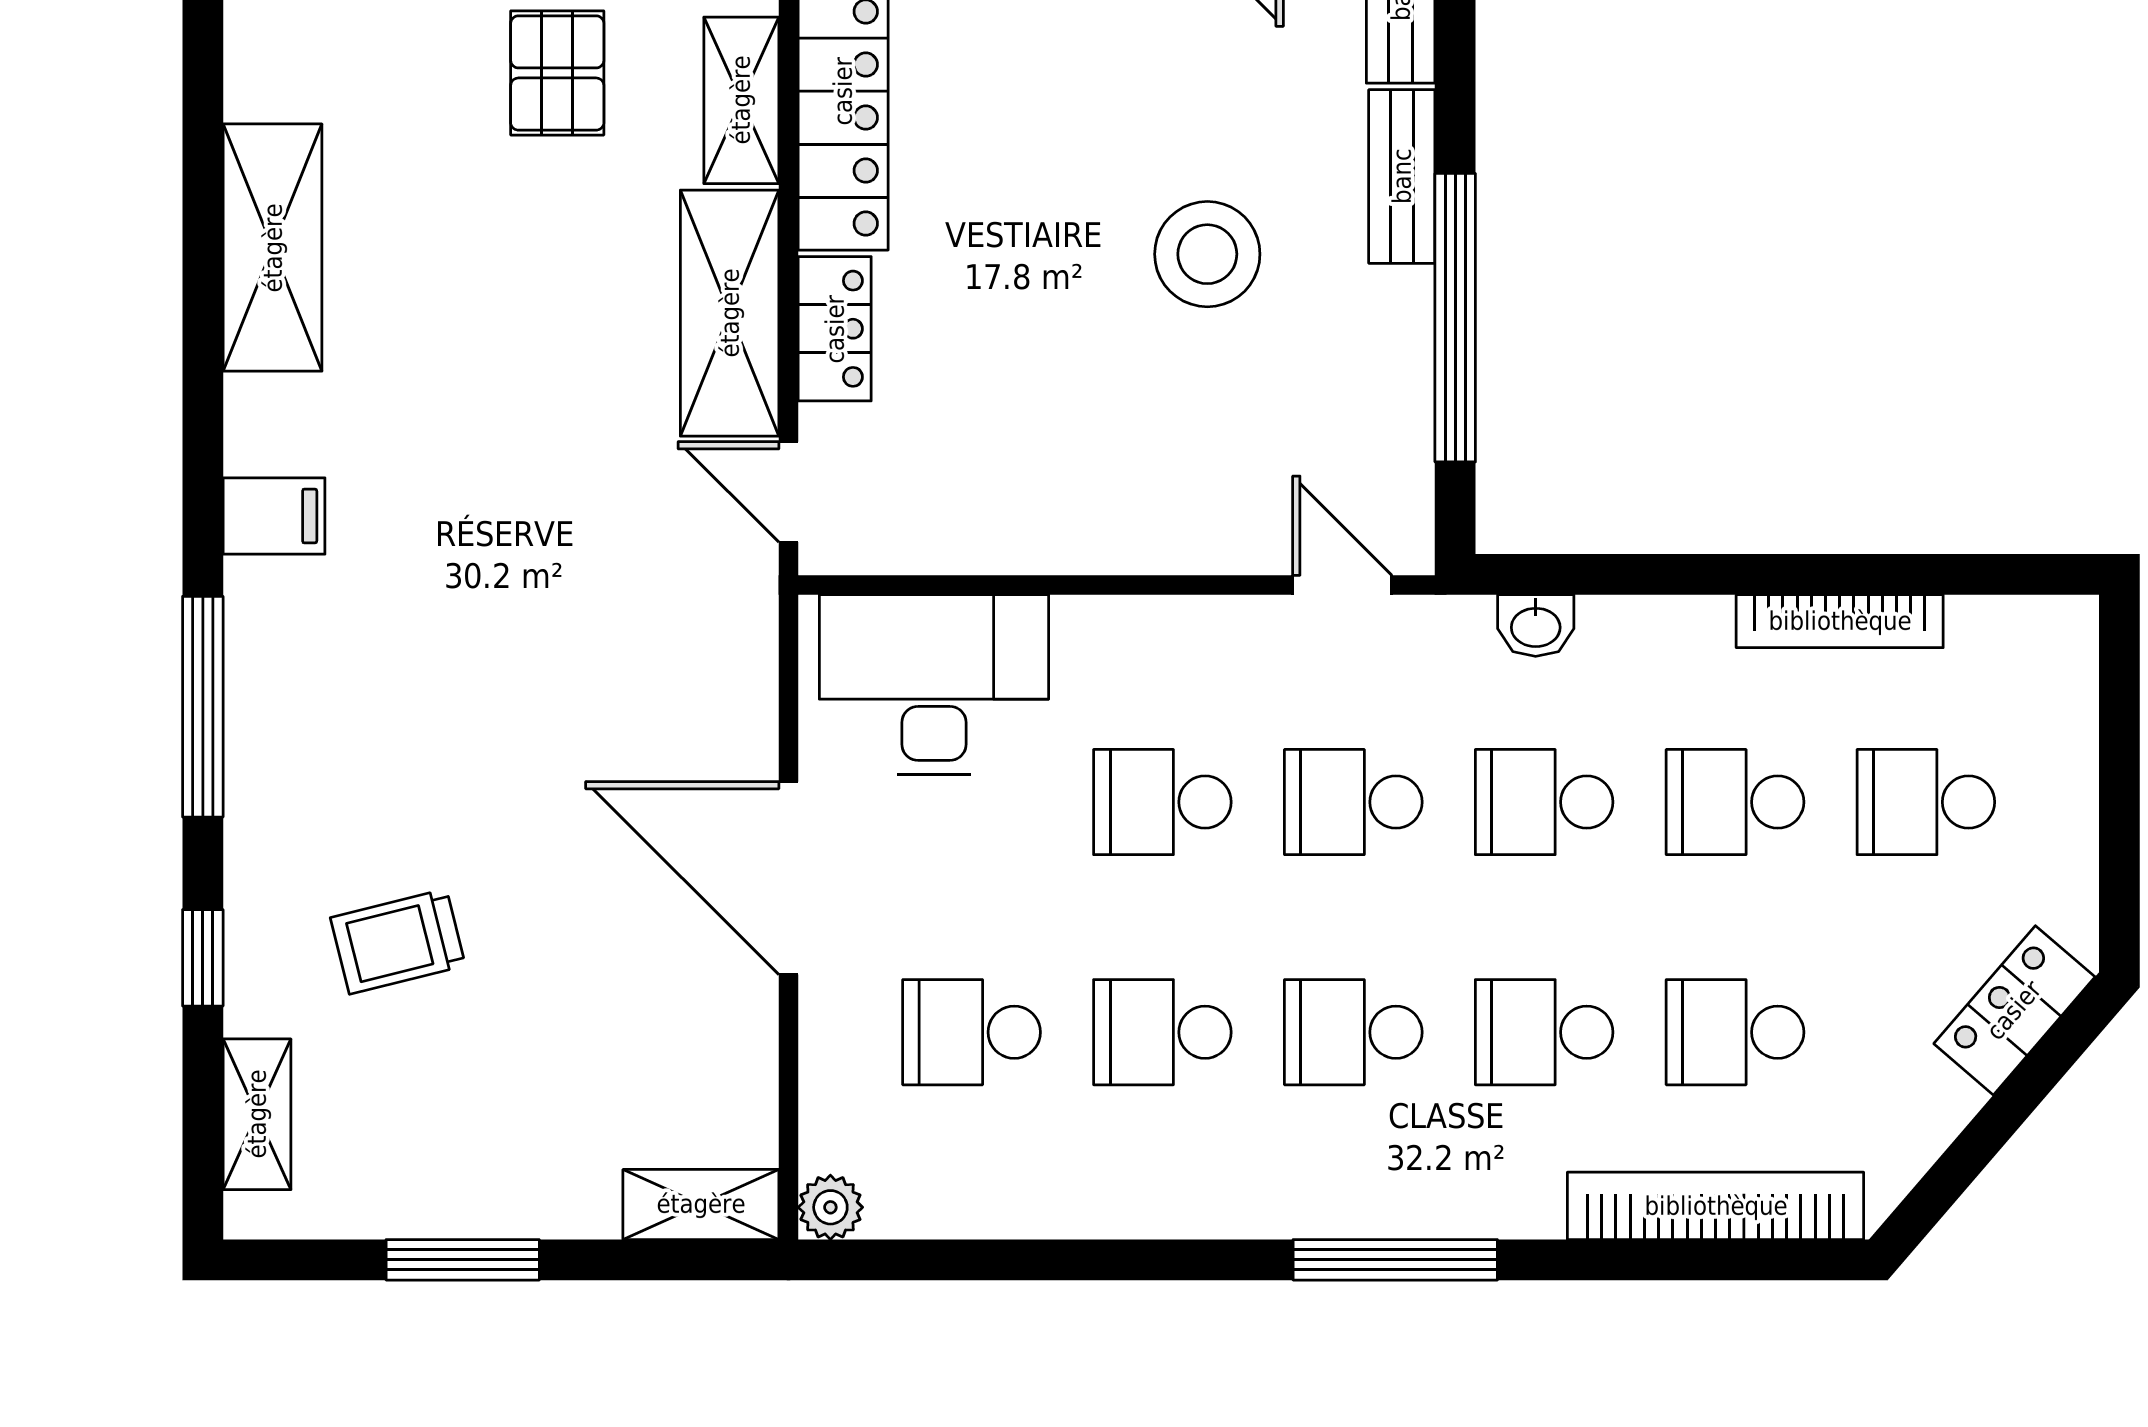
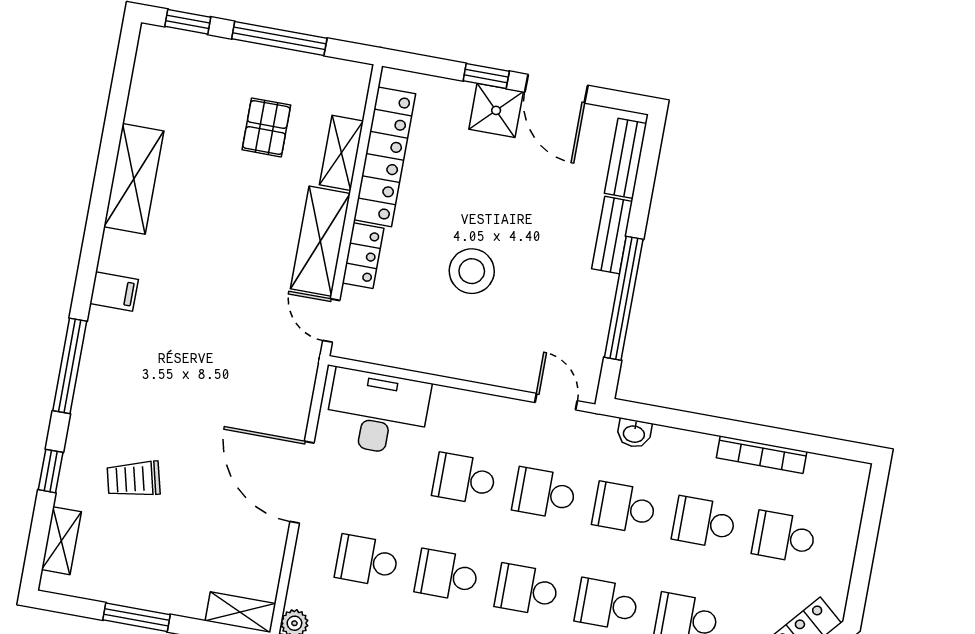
stool: (1207, 254) -> (472, 271), moved

